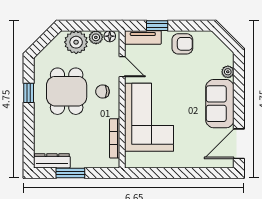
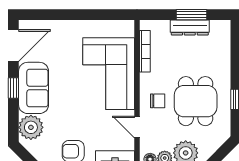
plant: (228, 72) -> (31, 127), width x1.88, depth x1.88
window: (239, 104) -> (13, 88), added
dresser: (52, 161) -> (190, 27), moved

